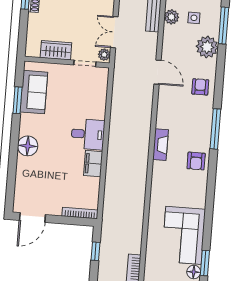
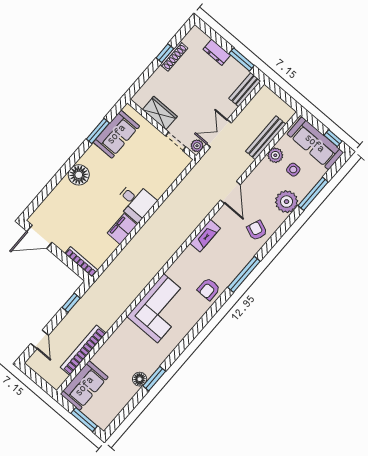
armchair: (200, 87) -> (257, 230), turned -68
fireplace: (161, 145) -> (205, 236), moved
corner sofa: (184, 235) -> (160, 308), moved, turned 180

